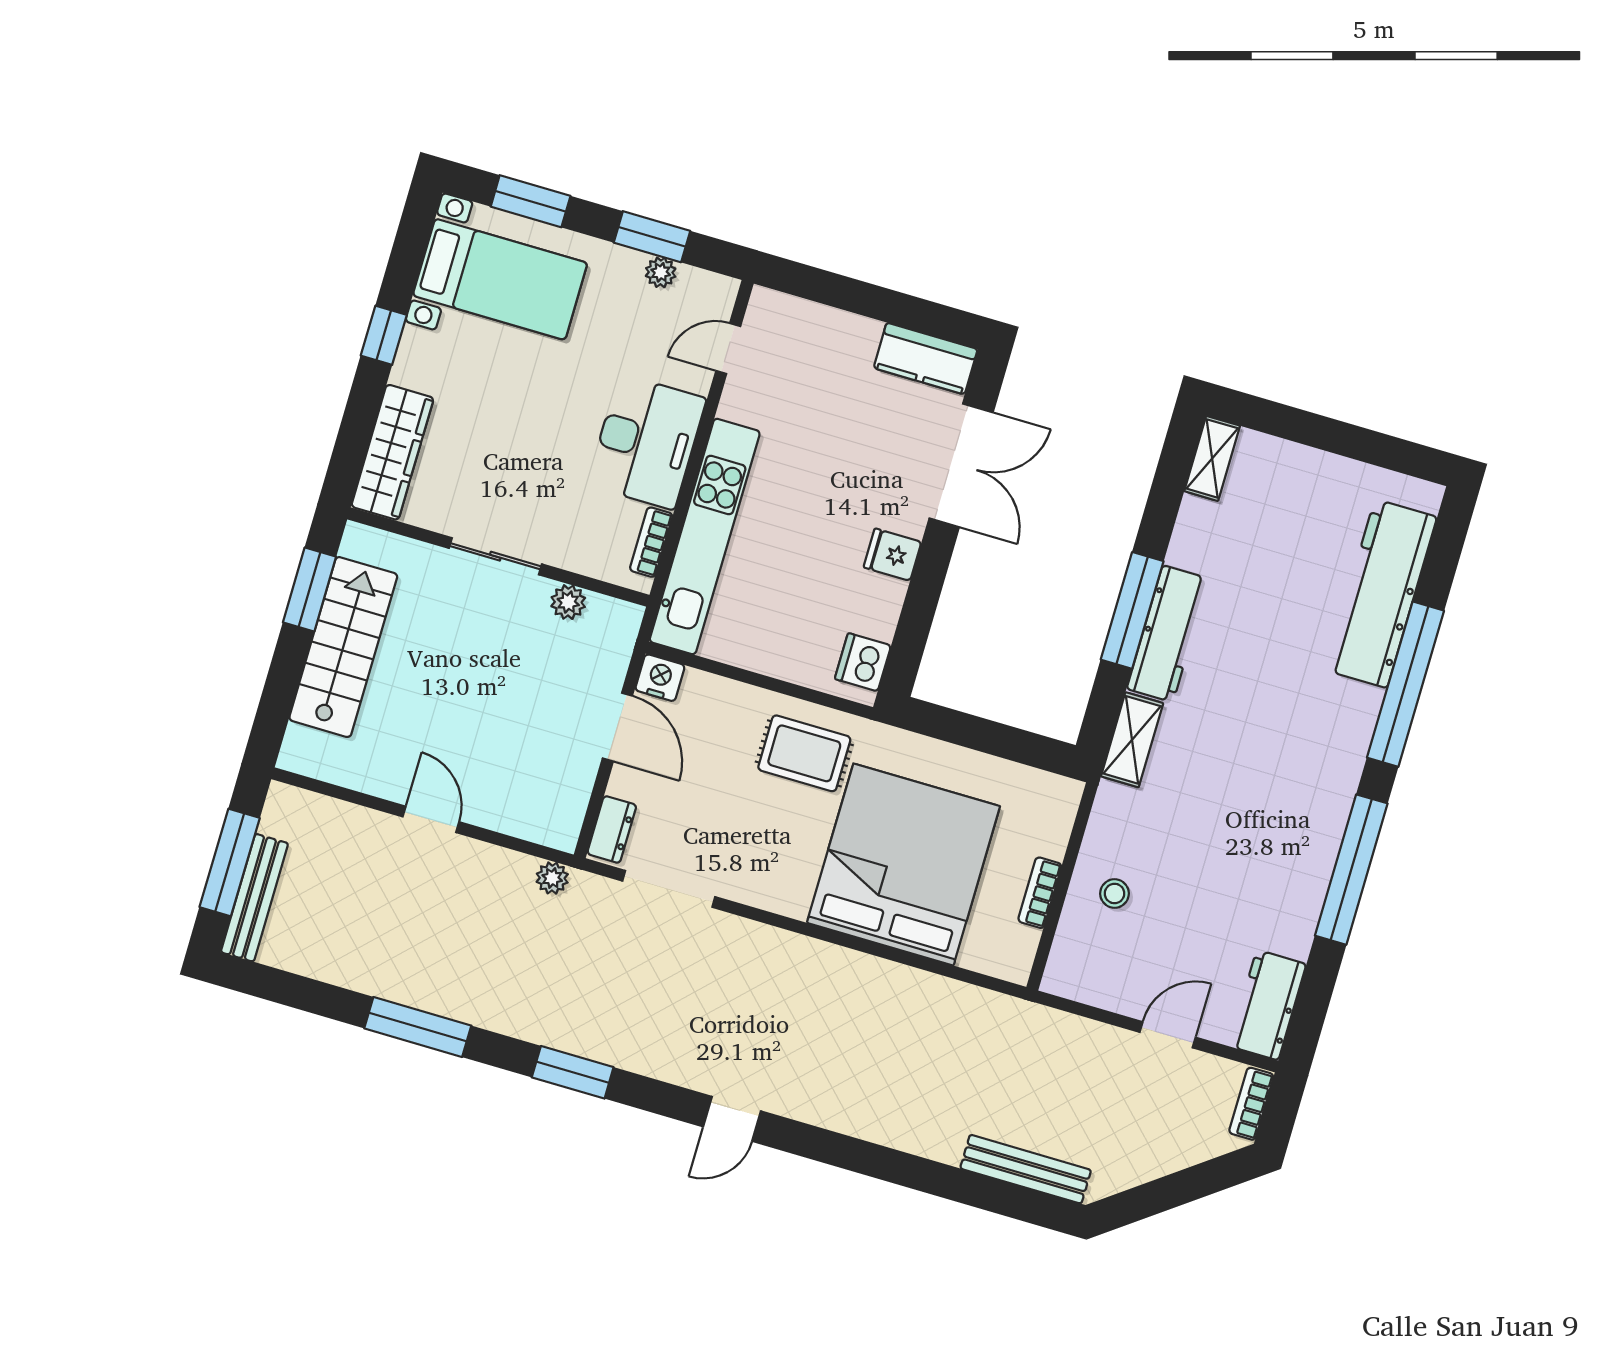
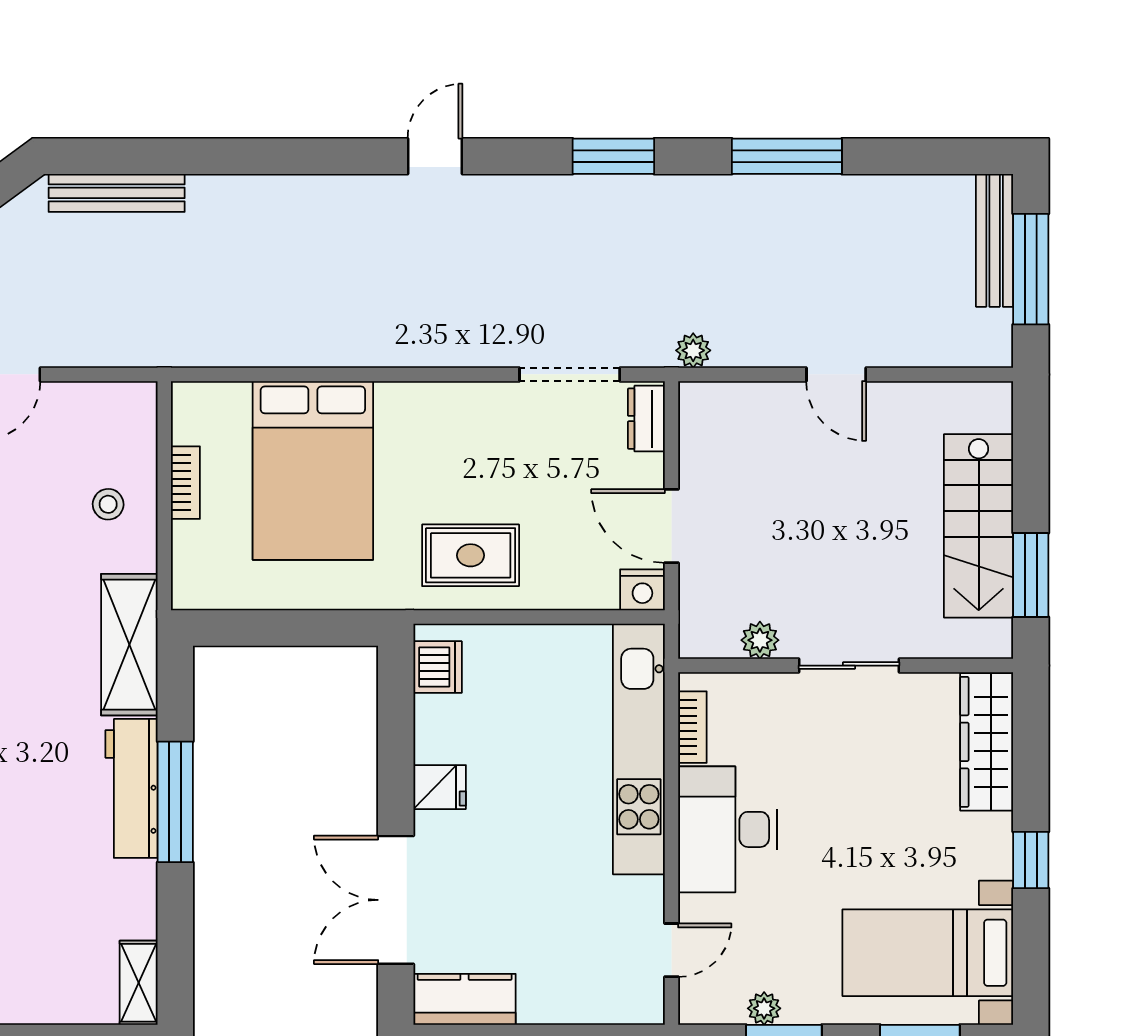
shelving: (1132, 740) -> (129, 645), width x1.50, depth x1.33
bed: (903, 865) -> (313, 470), width x0.73

